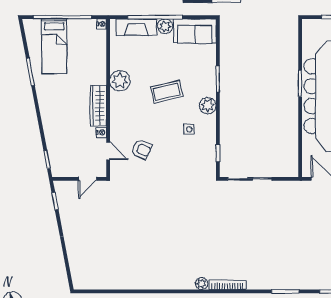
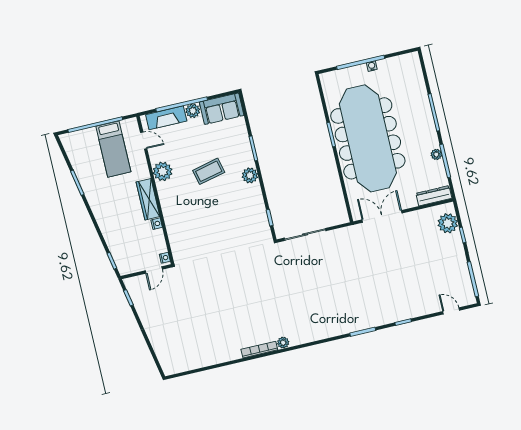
nightstand: (102, 24) -> (165, 258), moved
bed: (54, 46) -> (113, 149), moved
side table: (189, 129) -> (238, 202), removed
armchair: (142, 149) -> (198, 230), removed
door: (108, 151) -> (144, 141), moved
bookcase: (227, 285) -> (259, 350), moved

